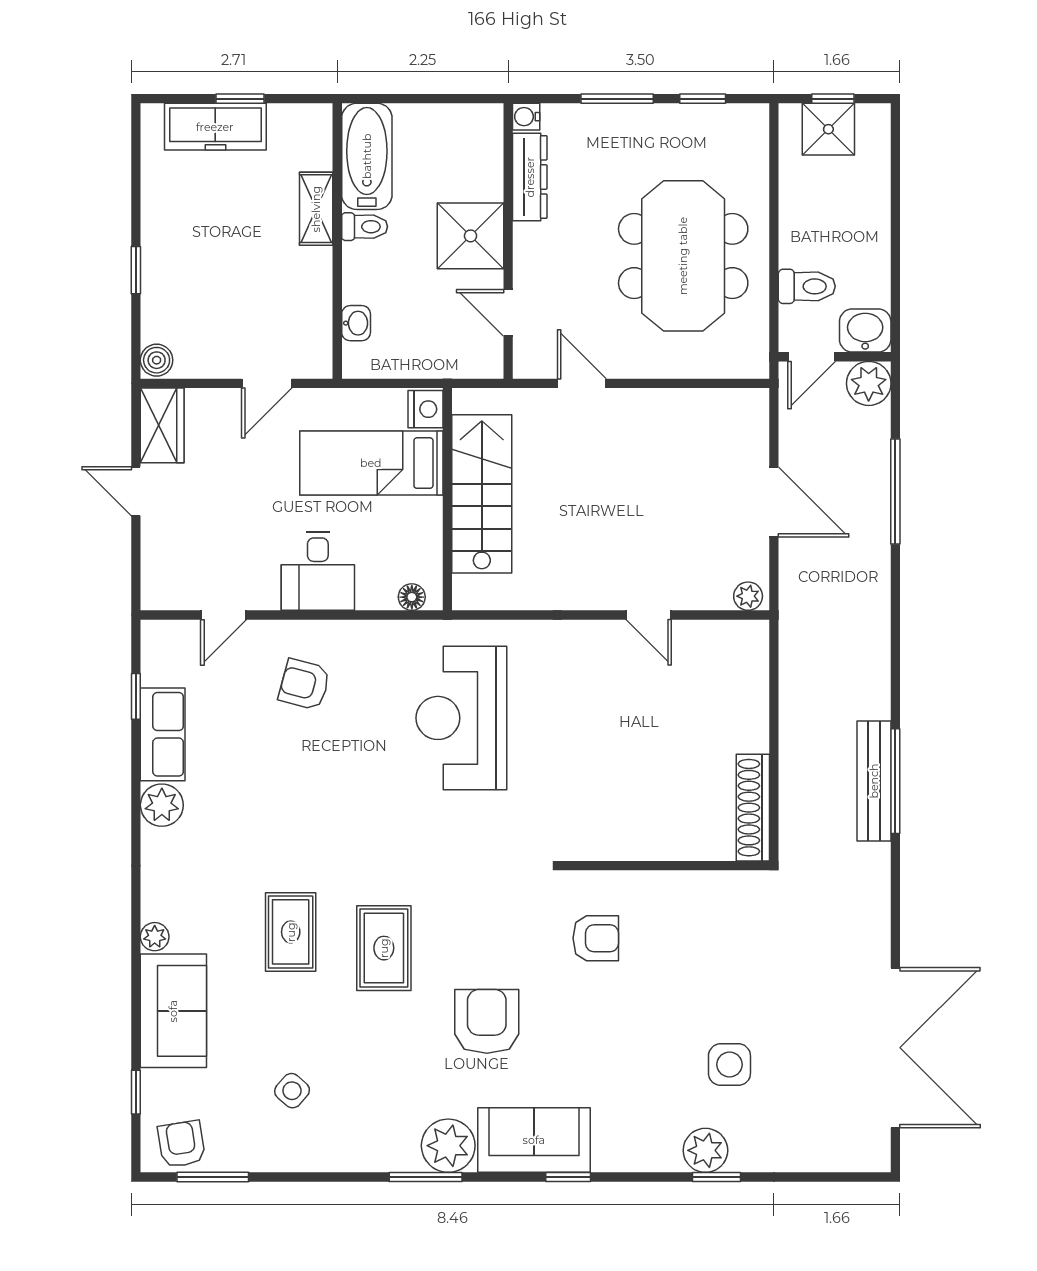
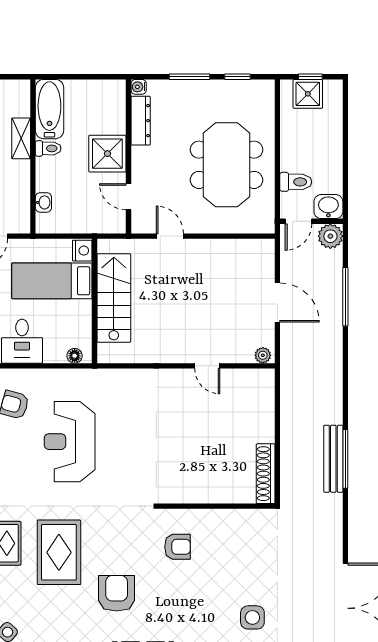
reception desk: (461, 718) -> (70, 442), moved
rug: (384, 948) -> (59, 552), width x1.36, depth x1.43

